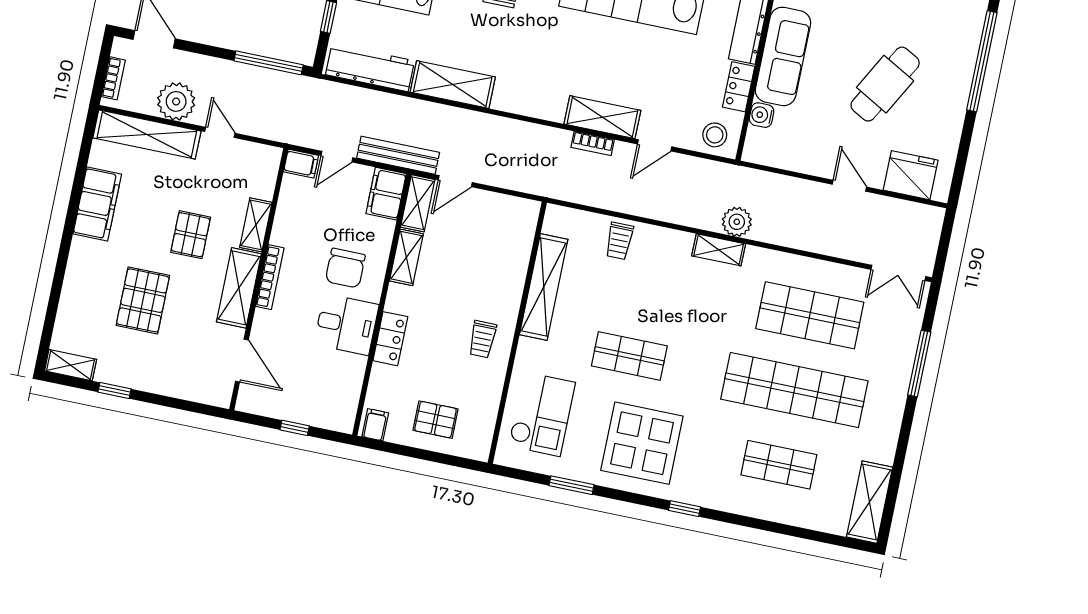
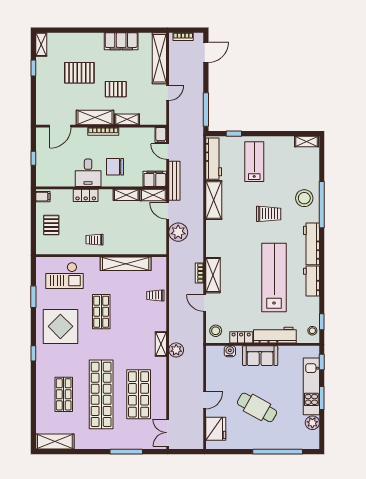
sofa: (783, 56) -> (260, 356), width x0.73
plant: (176, 101) -> (178, 232), moved

